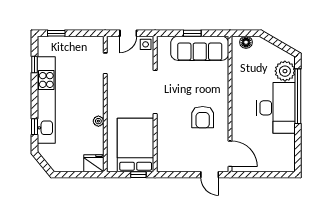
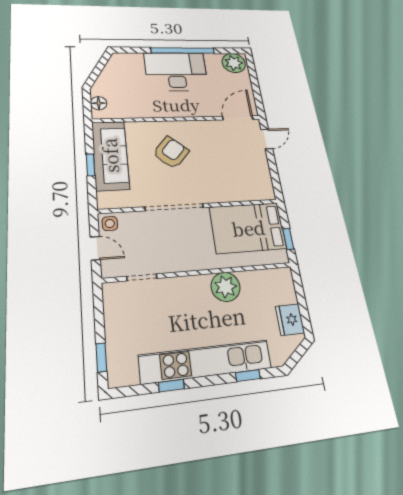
window: (35, 64) -> (171, 386), moved
plant: (285, 71) -> (234, 63), moved
window: (298, 96) -> (183, 50), moved
armchair: (203, 117) -> (171, 152), moved, turned -49
plant: (98, 121) -> (226, 287), width x1.87, depth x1.87
fridge: (94, 163) -> (290, 320), moved
window: (138, 175) -> (288, 239), moved

